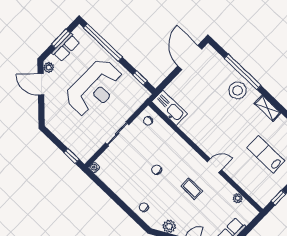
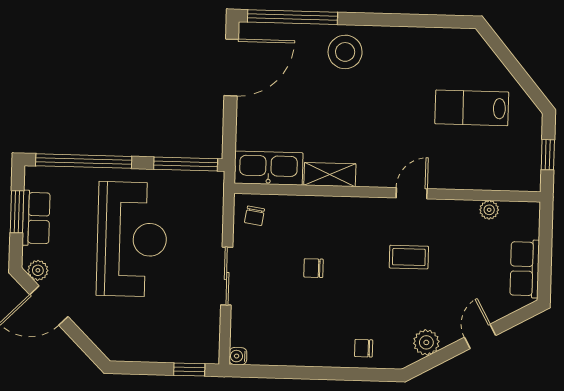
door: (190, 58) -> (231, 67), swing flipped
window: (243, 72) -> (292, 17), moved
window: (140, 78) -> (186, 164), width x2.17
shelving: (268, 108) -> (330, 175), moved
chair: (157, 170) -> (313, 268), moved

